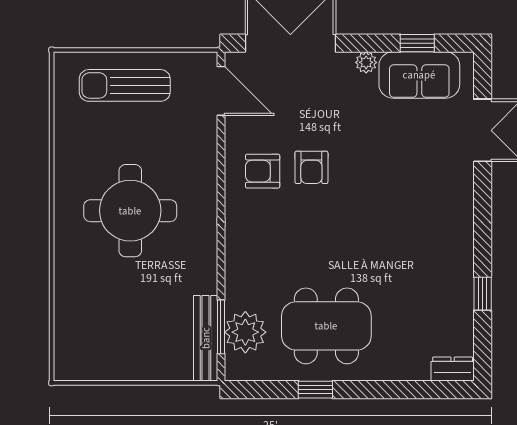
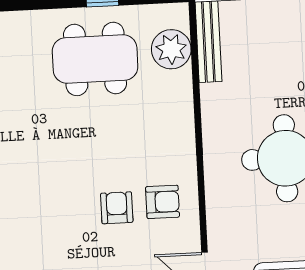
window: (221, 327) -> (194, 53), removed

